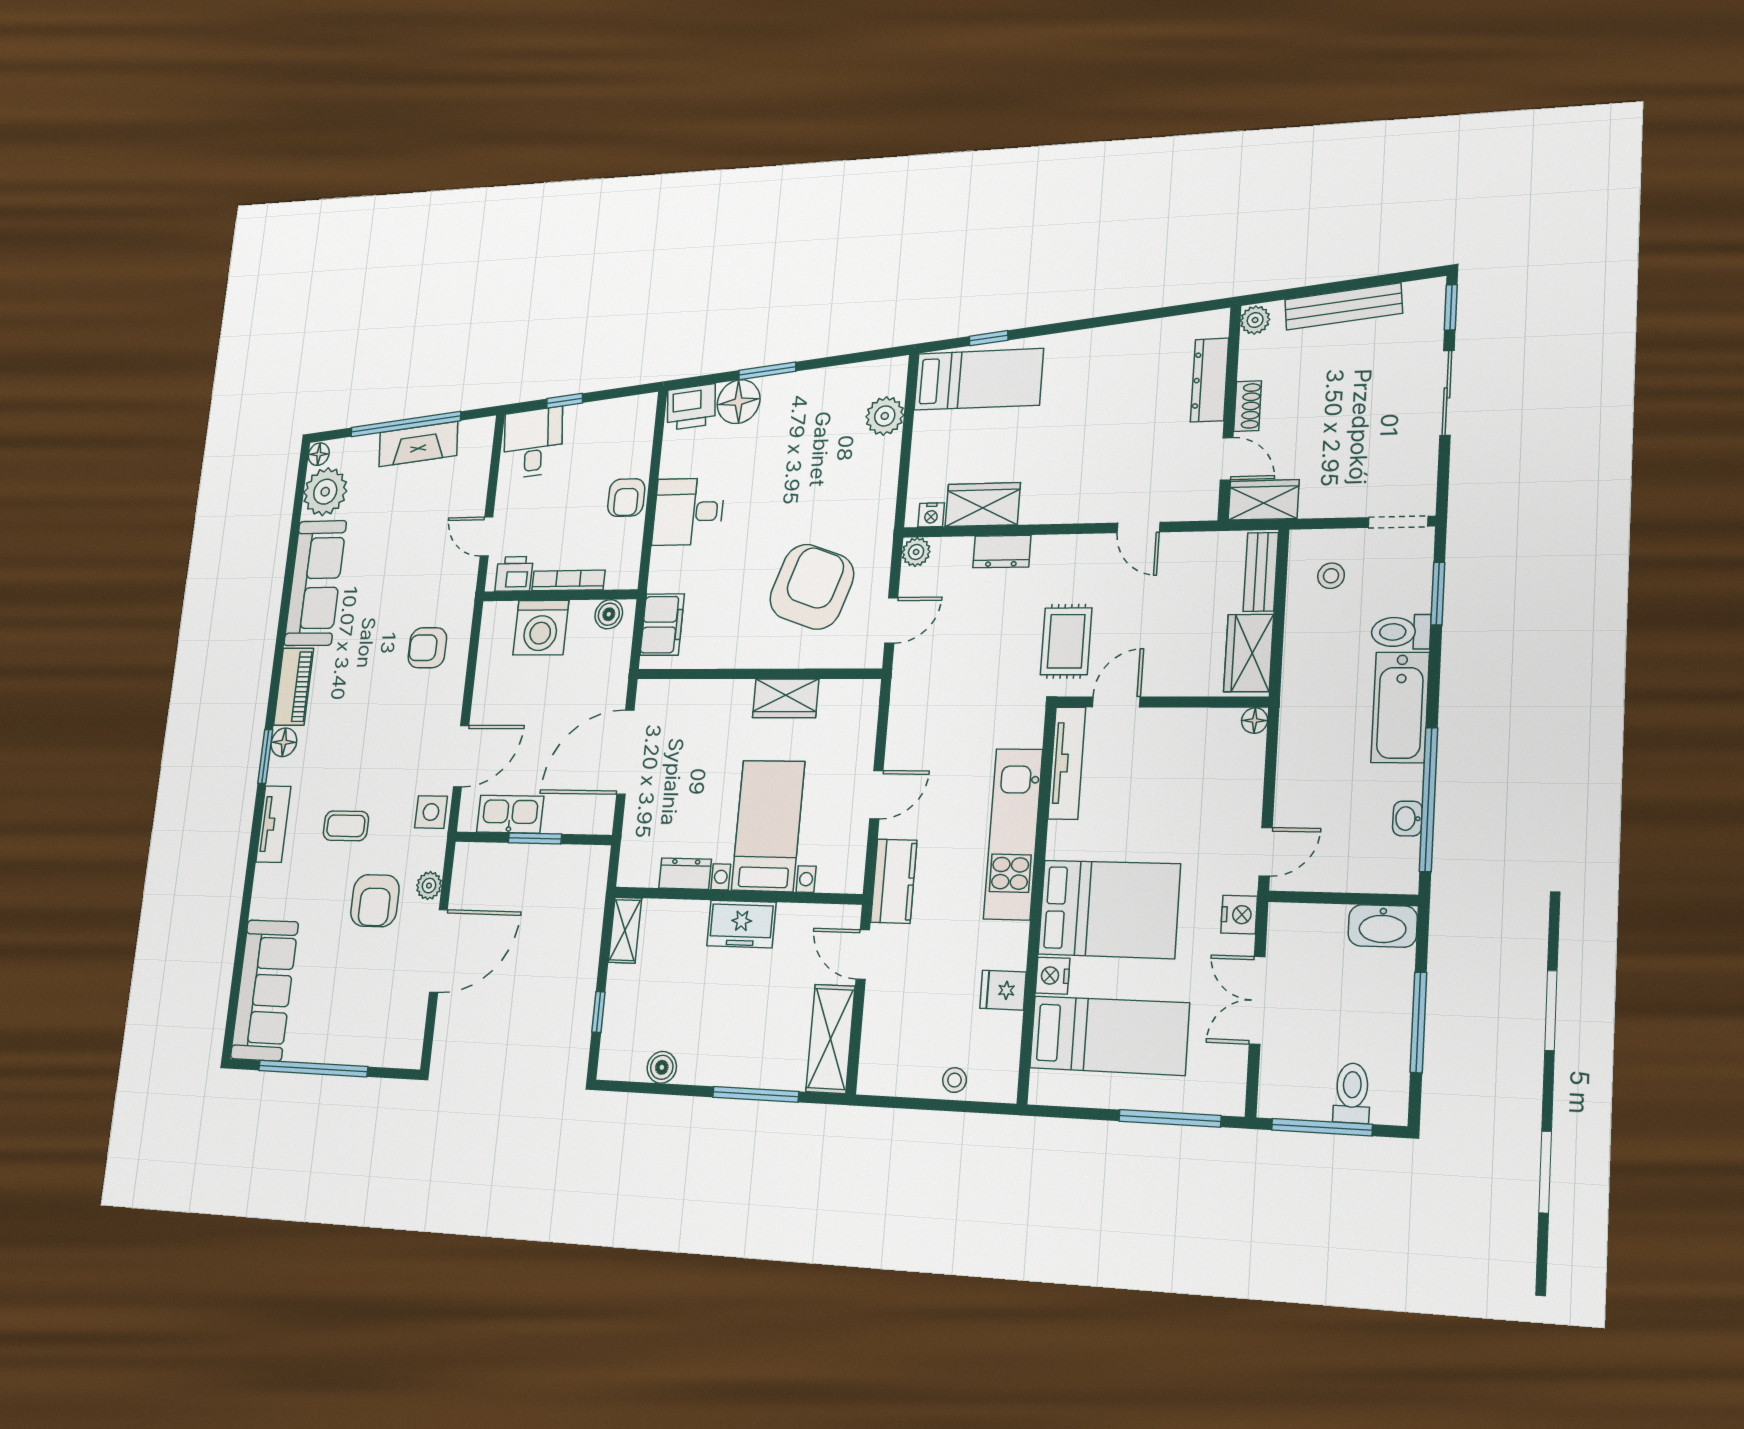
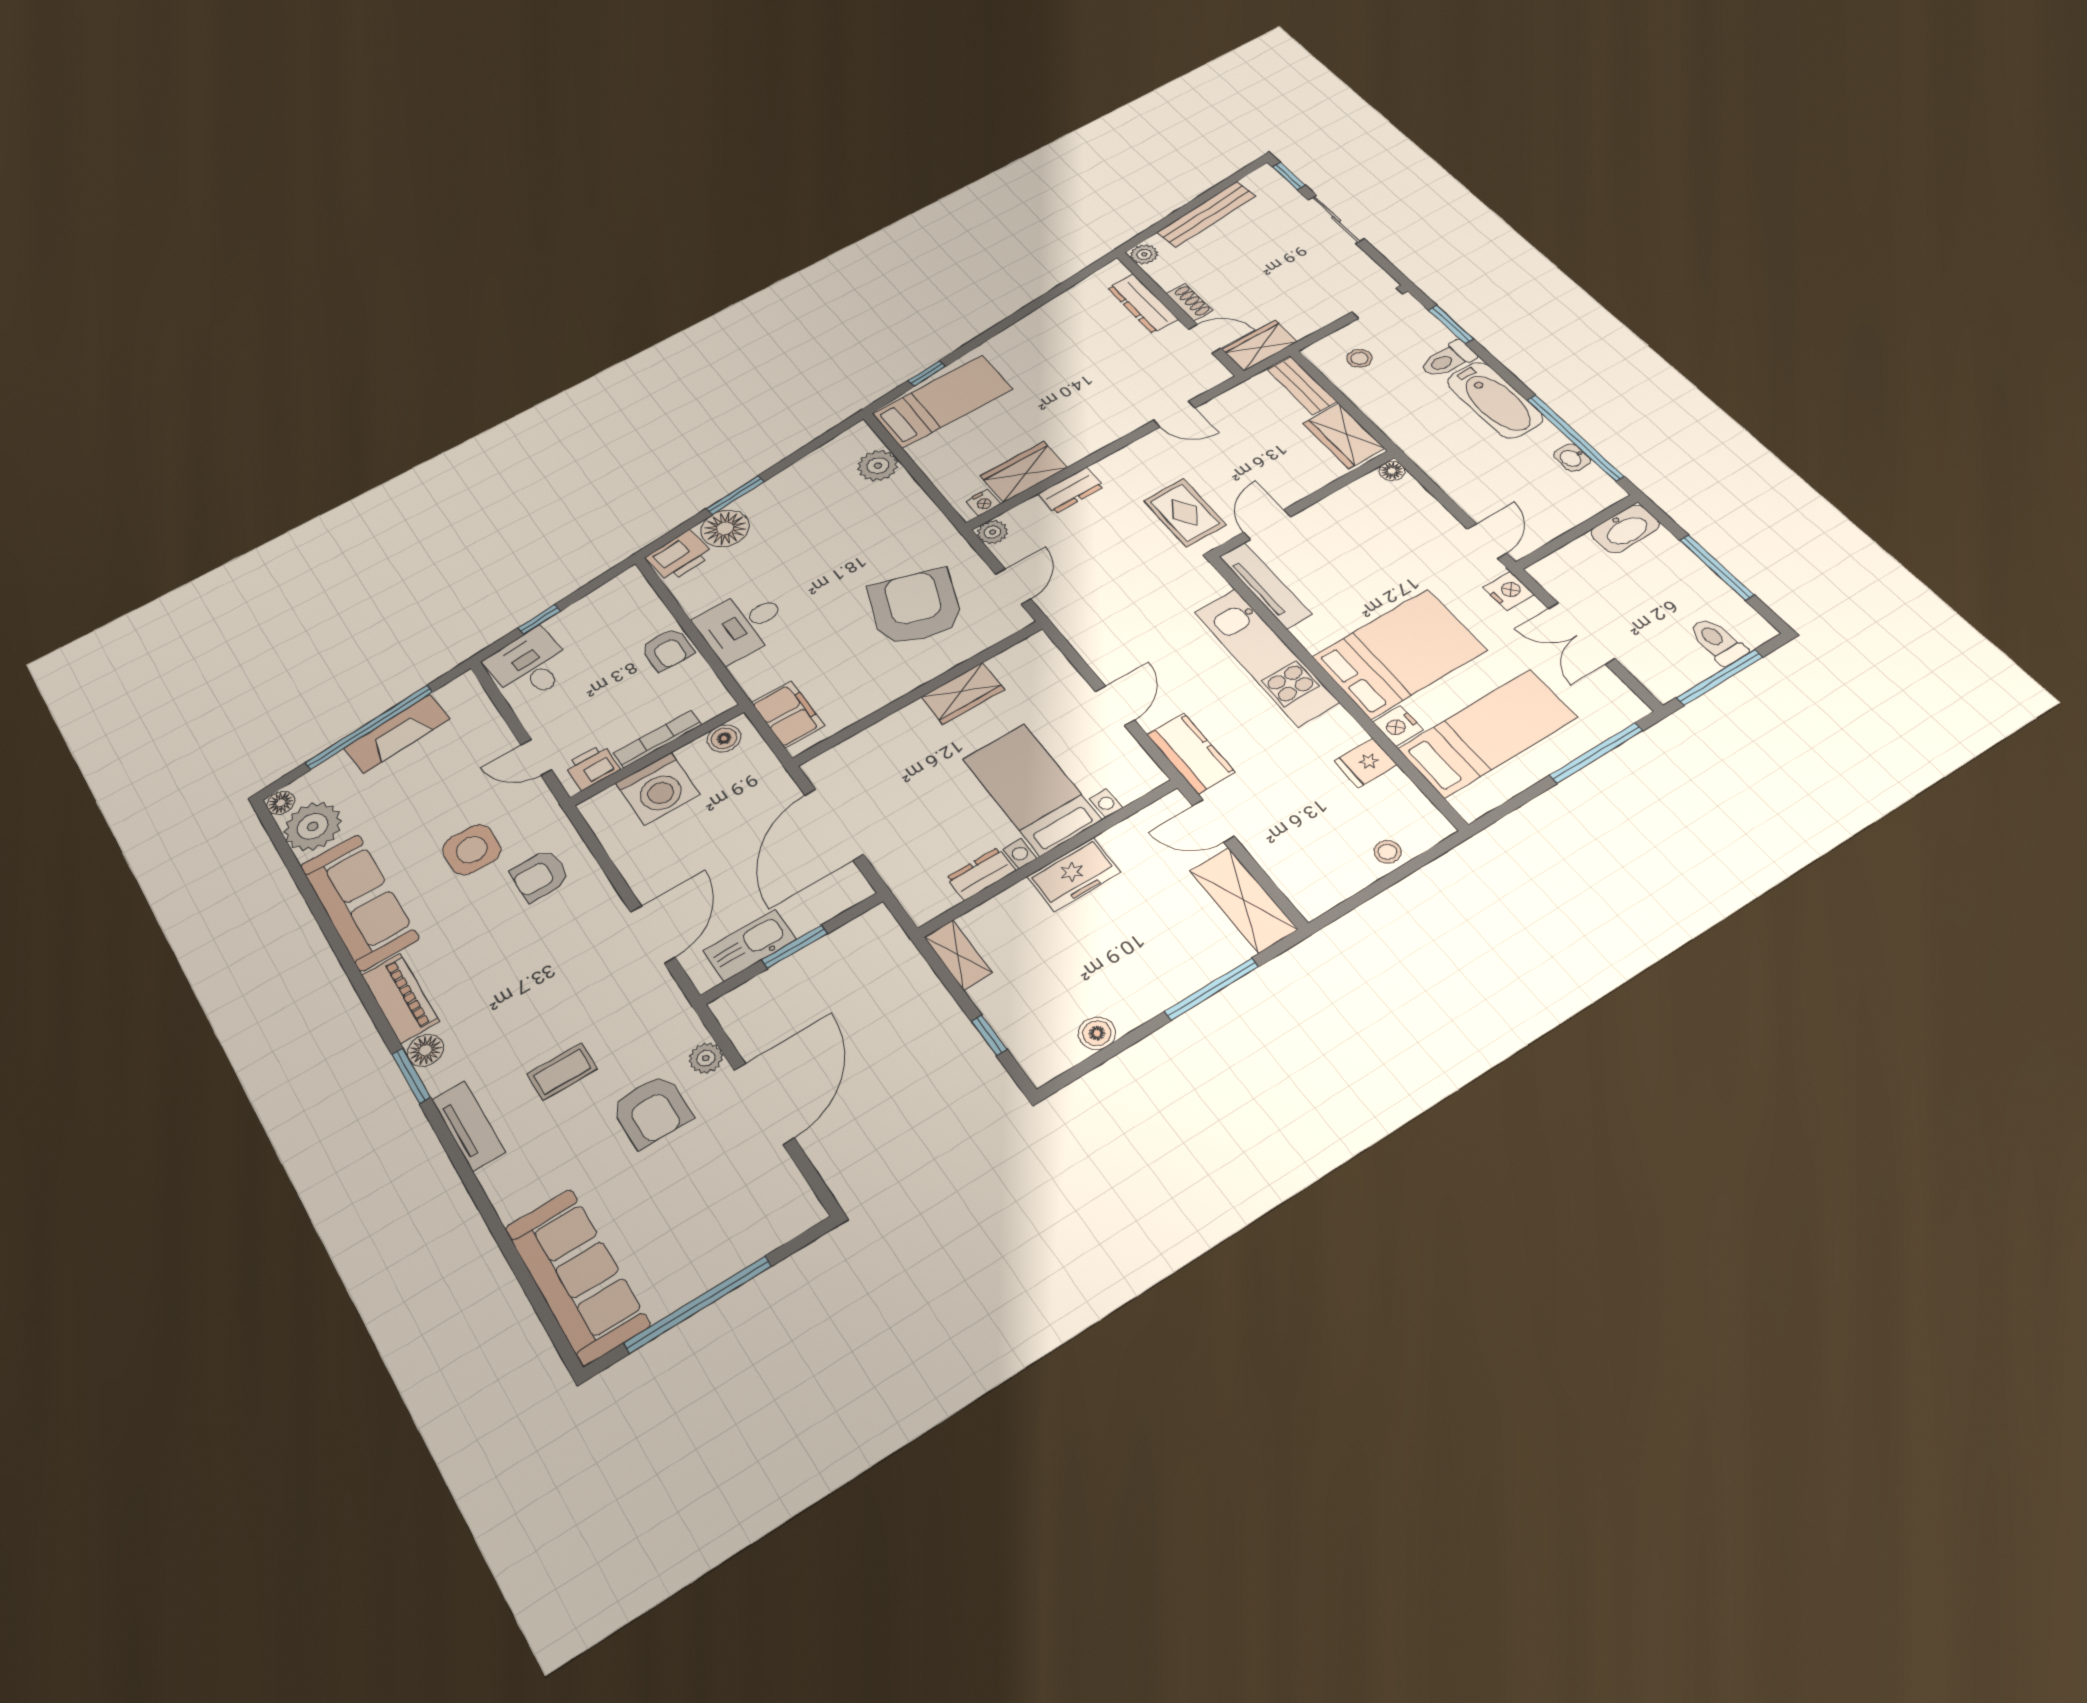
side table: (431, 812) -> (472, 850), moved, width x1.37, depth x1.37

